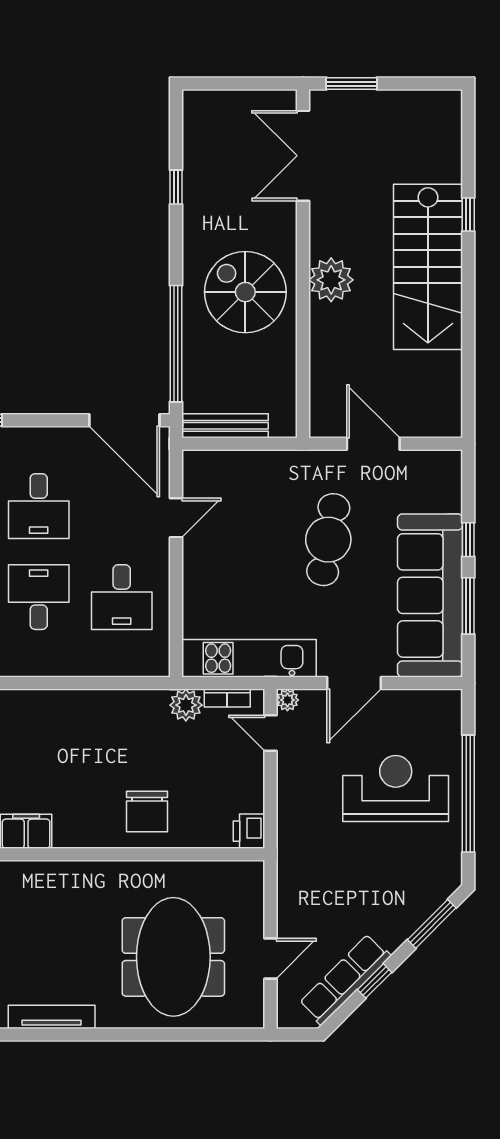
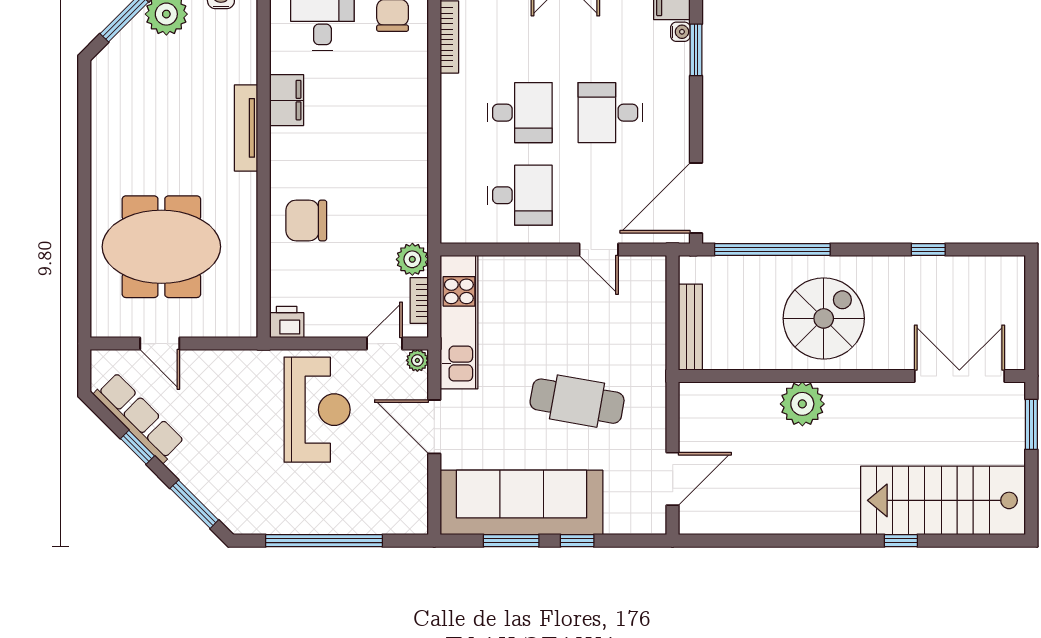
stairs: (428, 267) -> (943, 500), moved
plant: (331, 280) -> (802, 404), moved
bench: (225, 426) -> (690, 327), moved
door: (373, 444) -> (673, 479), moved
desk: (122, 597) -> (520, 195), turned 180
reception desk: (396, 789) -> (317, 410), moved
tv unit: (52, 1017) -> (246, 128), moved, turned 180

